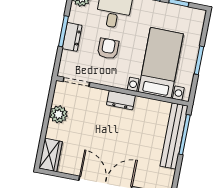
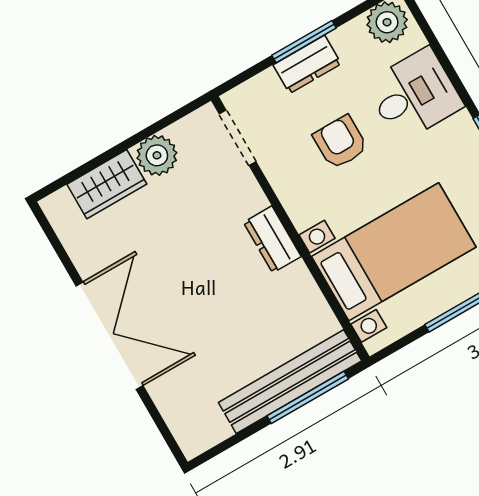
armchair: (108, 49) -> (340, 142), turned -90
wardrobe: (51, 155) -> (107, 184), moved

